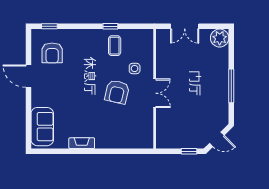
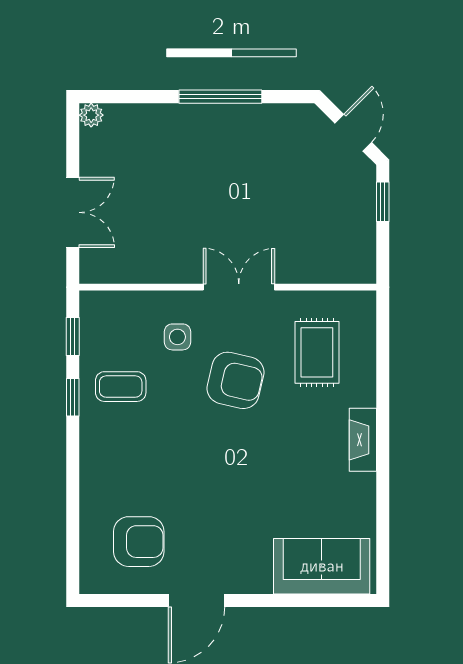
window: (49, 26) -> (73, 337), moved
plant: (220, 38) -> (91, 115), width x0.53, depth x0.53
rug: (128, 125) -> (317, 352), added
fireplace: (82, 143) -> (363, 440), moved

